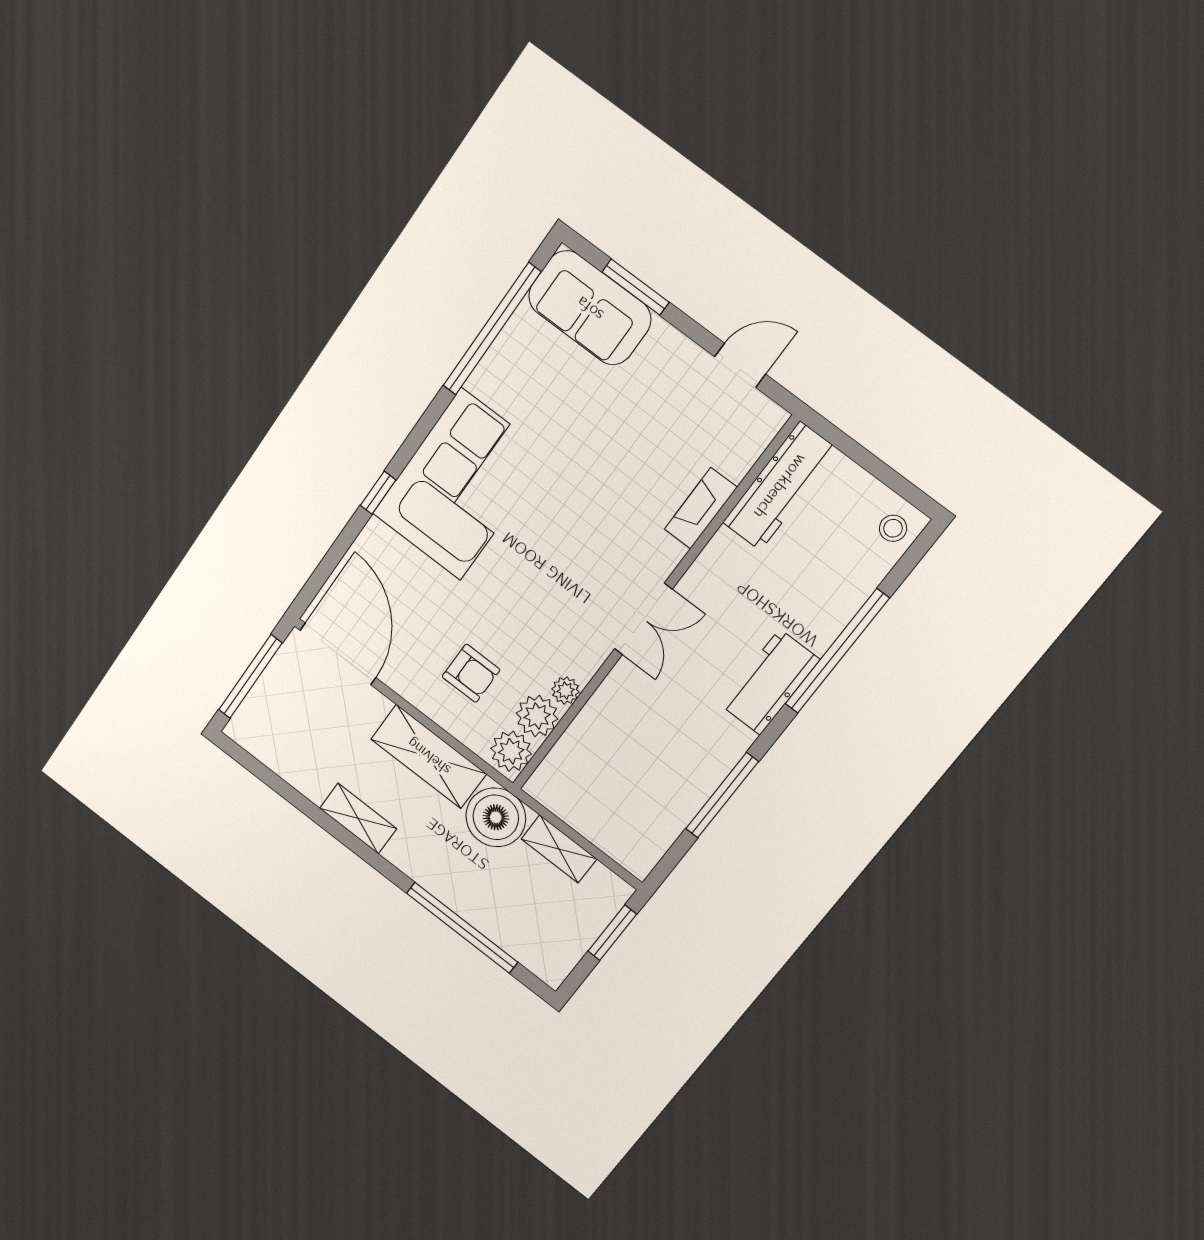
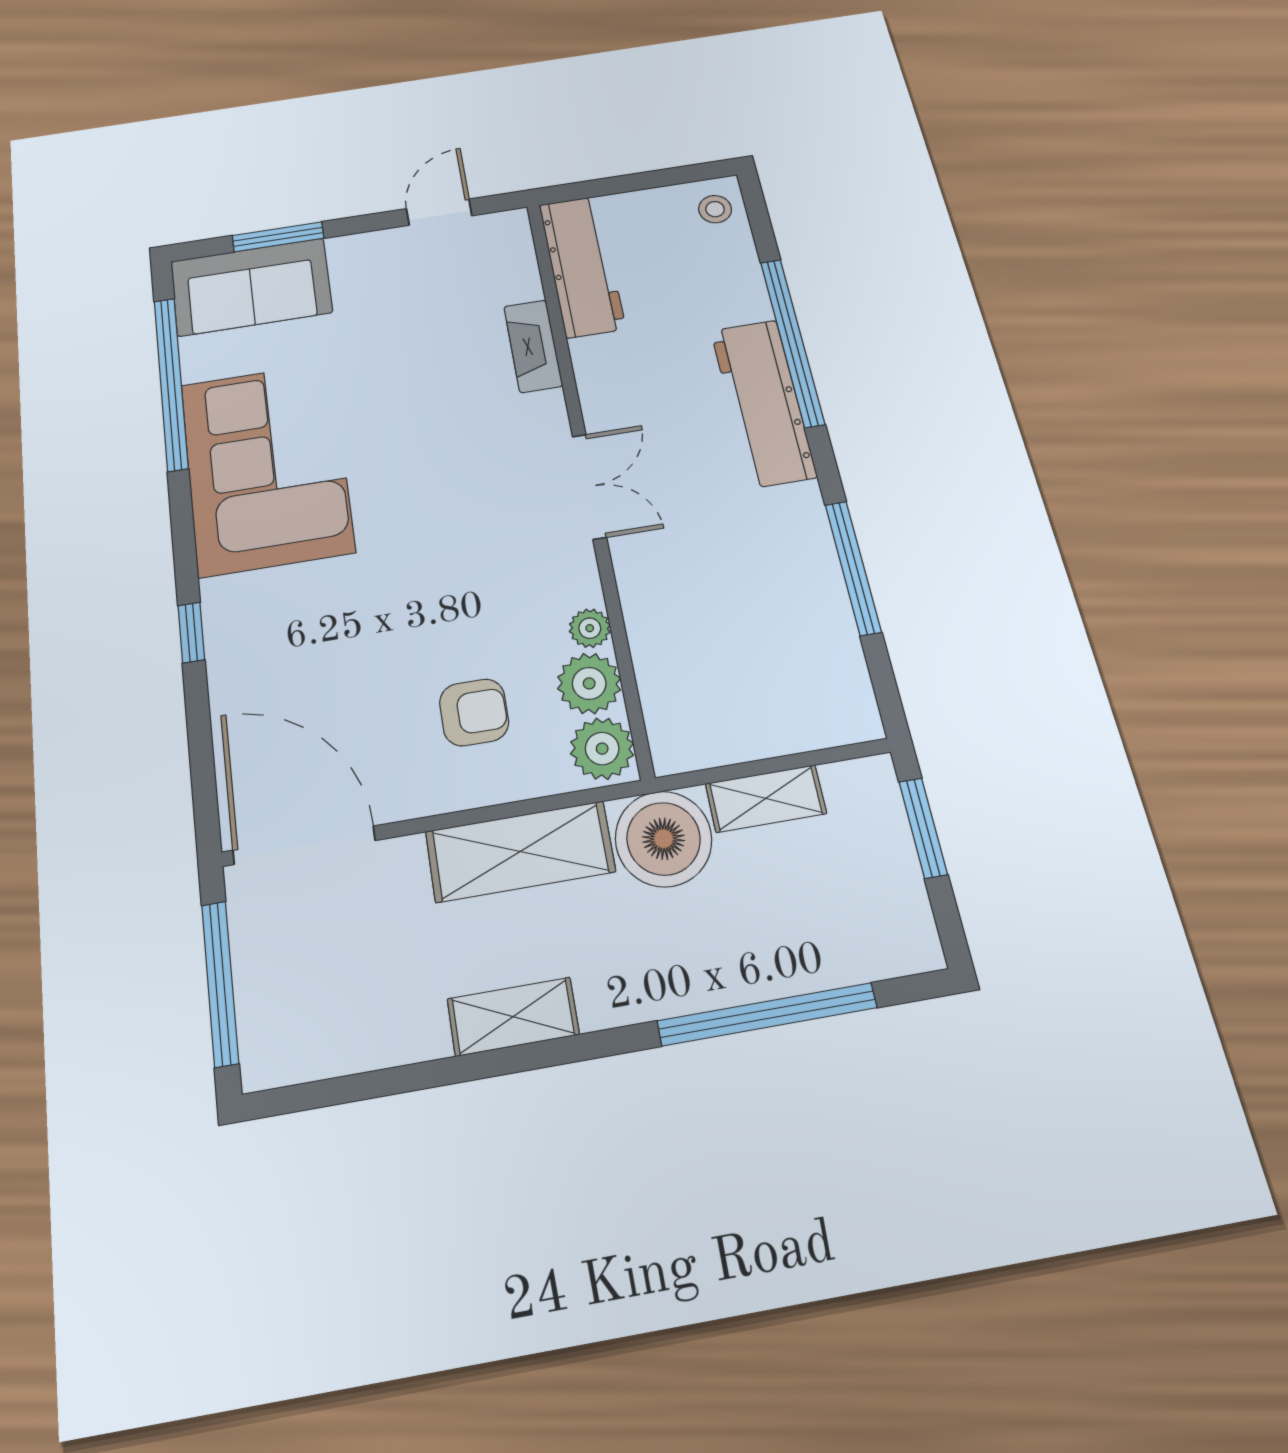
corner sofa: (461, 484) -> (267, 467), moved
workbench: (770, 682) -> (763, 403), width x1.38

